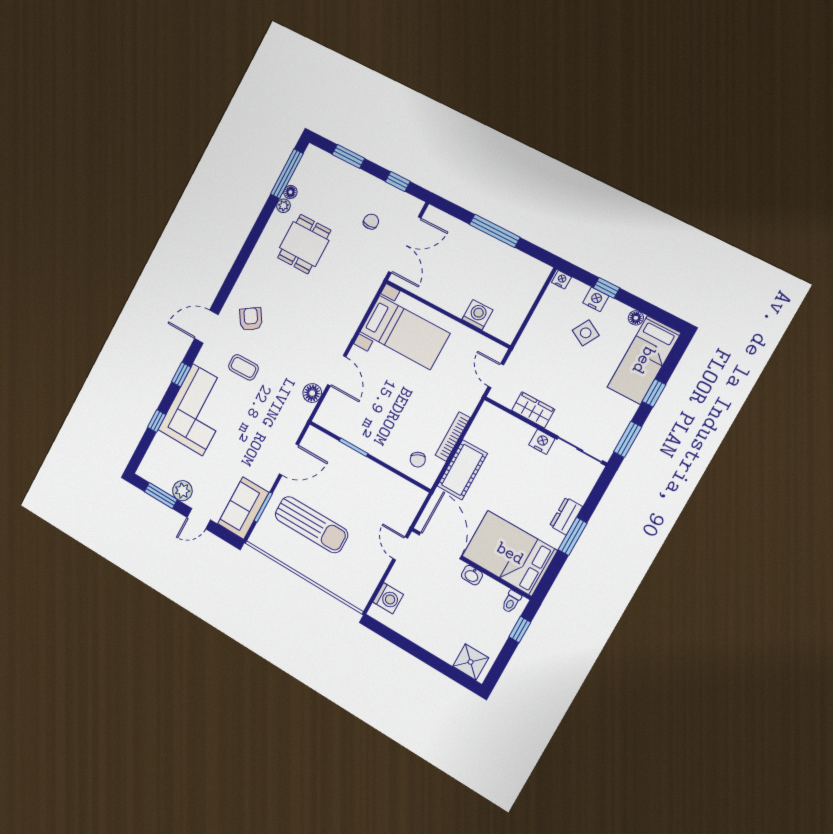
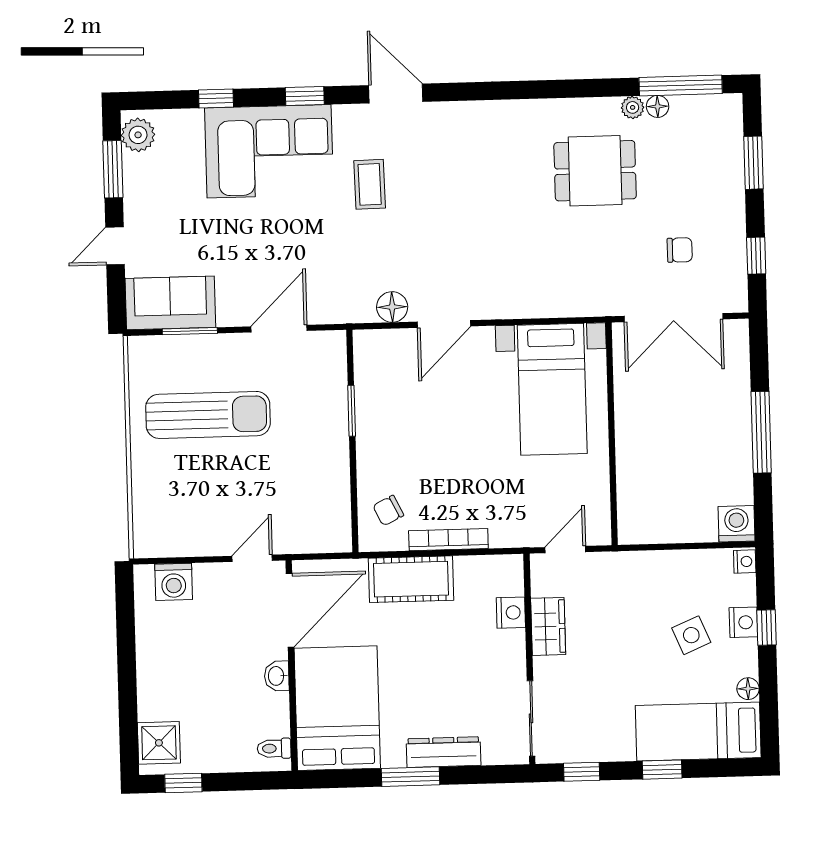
washing machine: (477, 315) -> (737, 524), moved, turned -90
armchair: (251, 319) -> (445, 155), removed
side table: (586, 333) -> (691, 635), turned 38
window: (628, 439) -> (582, 772), width x0.67
nightstand: (542, 442) -> (511, 613), moved
door: (289, 460) -> (279, 329), swing flipped
plant: (182, 491) -> (138, 135), moved
dresser: (566, 516) -> (444, 752), width x1.44
door: (199, 519) -> (115, 246), hinge flipped
sun lounger: (311, 525) -> (208, 415), turned -90
window: (520, 630) -> (183, 783), moved

